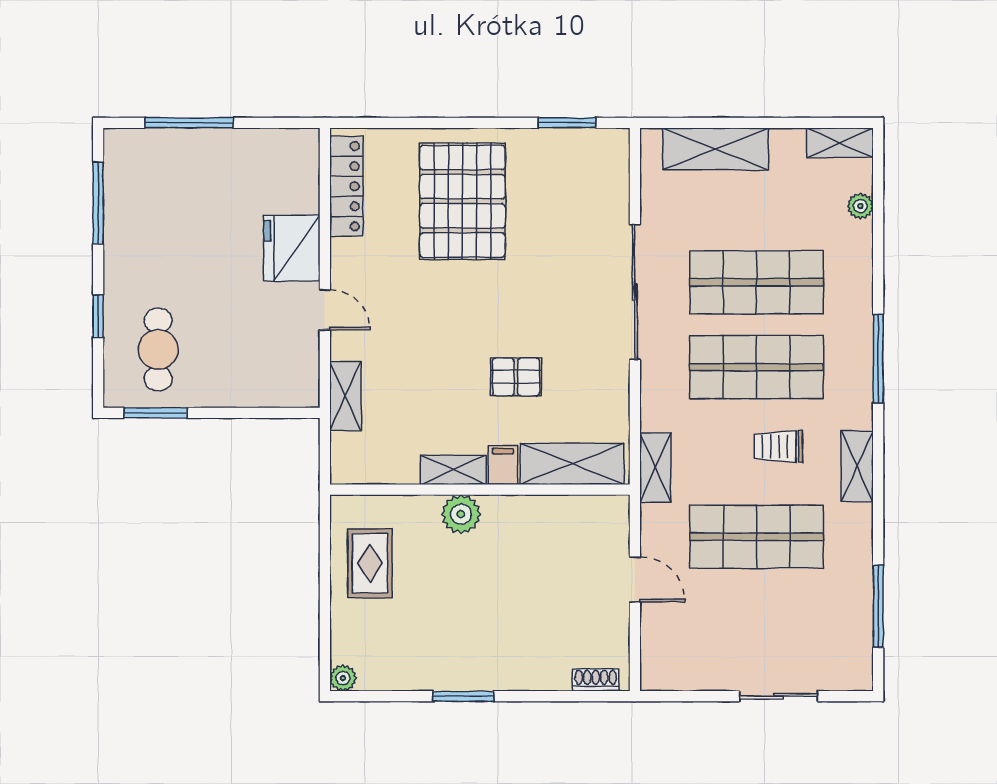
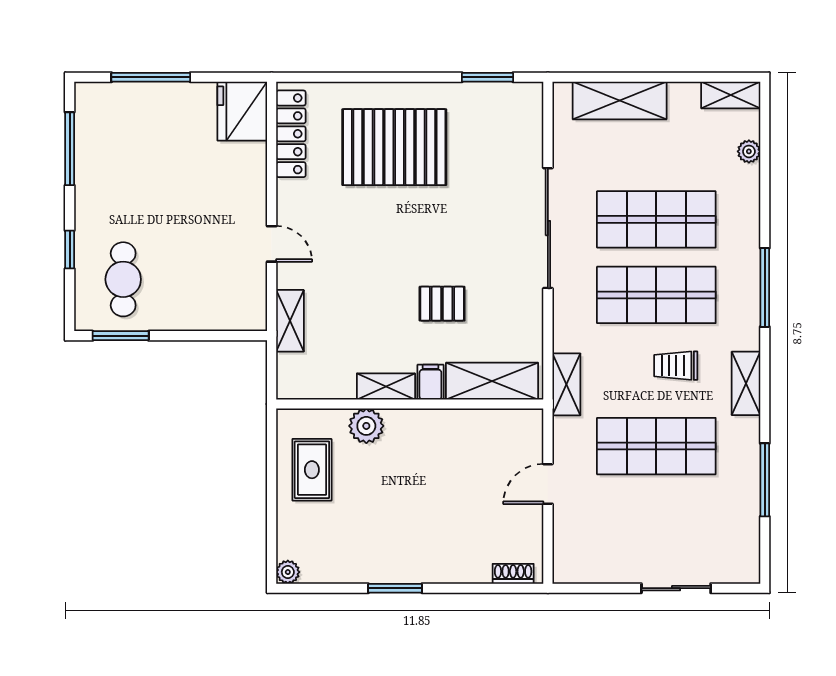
pallet: (462, 201) -> (394, 147), turned 90
fridge: (292, 248) -> (242, 111), moved
plant: (461, 514) -> (366, 426), moved
door: (635, 579) -> (548, 484), swing flipped
window: (878, 606) -> (765, 480), moved

